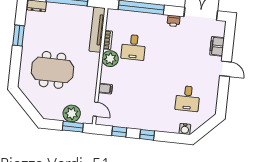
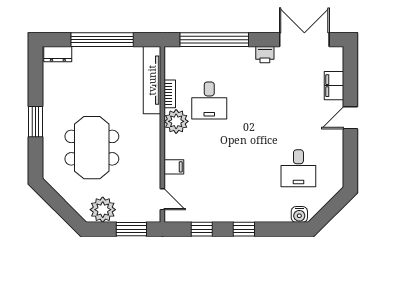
window: (19, 35) -> (35, 122), moved
door: (226, 69) -> (350, 118), swing flipped
meeting table: (53, 70) -> (92, 148), turned 90
plant: (72, 113) -> (103, 210), moved

